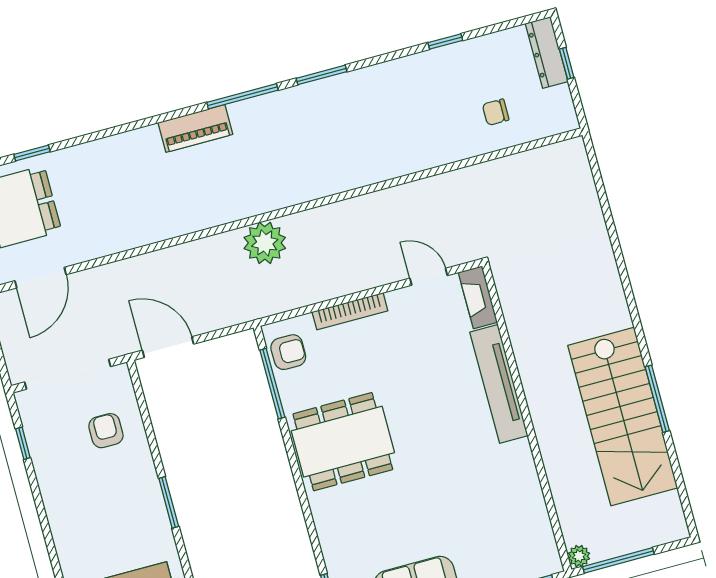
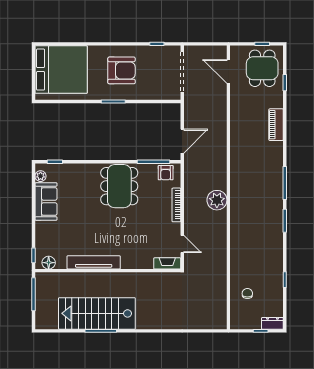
dresser: (547, 52) -> (272, 323), width x0.70
piano: (195, 128) -> (276, 125), moved
plant: (265, 243) -> (217, 200), moved
door: (429, 277) -> (182, 244), hinge flipped
door: (168, 347) -> (182, 141), moved
tv unit: (499, 384) -> (94, 262), moved
armchair: (106, 431) -> (122, 70), moved, width x1.88, depth x1.88
floor lamp: (543, 547) -> (49, 263), added
plant: (579, 556) -> (40, 277), removed

